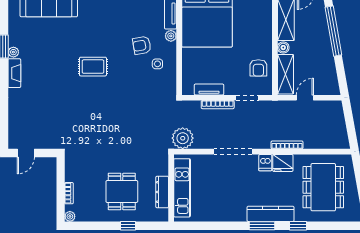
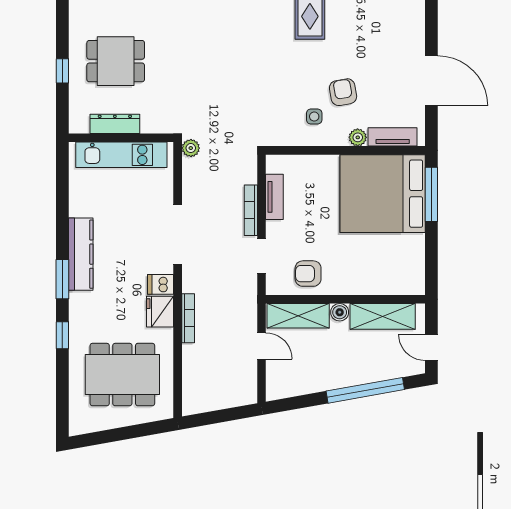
plant: (183, 138) -> (191, 148), width x0.53, depth x0.53
kitchen counter: (271, 214) -> (81, 254), moved

